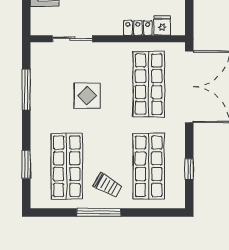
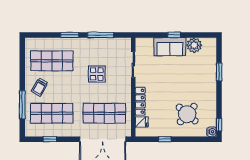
locker: (138, 28) -> (140, 101), width x1.53
window: (26, 165) -> (70, 35), moved
window: (99, 212) -> (22, 105), moved

